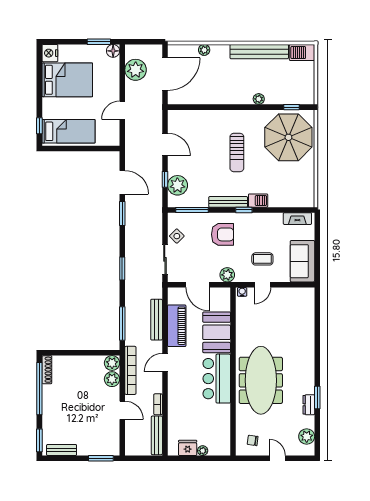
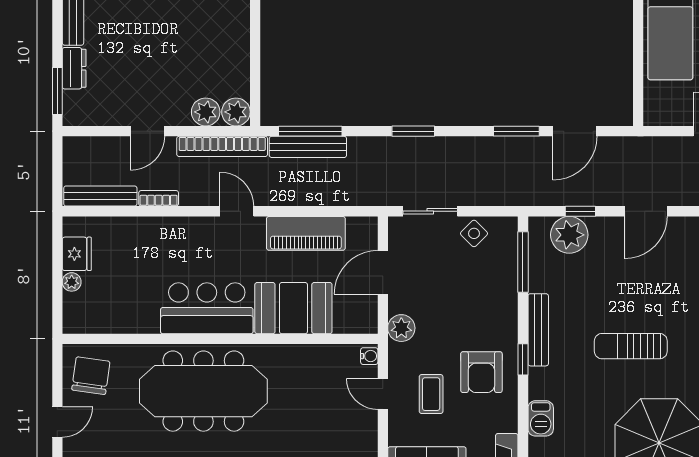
barbecue: (258, 201) -> (541, 418), moved
armchair: (223, 234) -> (481, 372), moved
bench: (157, 320) -> (308, 147), moved
chair: (253, 440) -> (91, 376), width x1.87, depth x1.87
dresser: (89, 449) -> (74, 68), added

